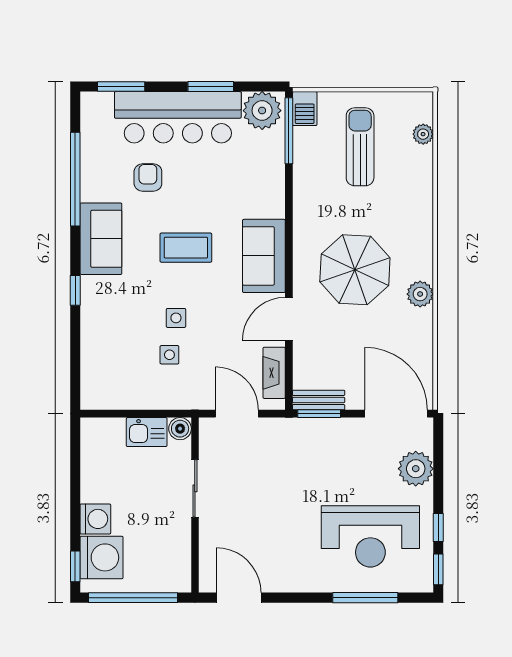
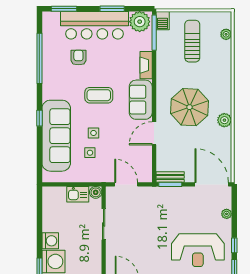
sofa: (101, 239) -> (56, 136), moved, width x1.85, depth x1.27
fireplace: (274, 373) -> (146, 65), moved
plant: (416, 469) -> (227, 214), width x0.53, depth x0.53

